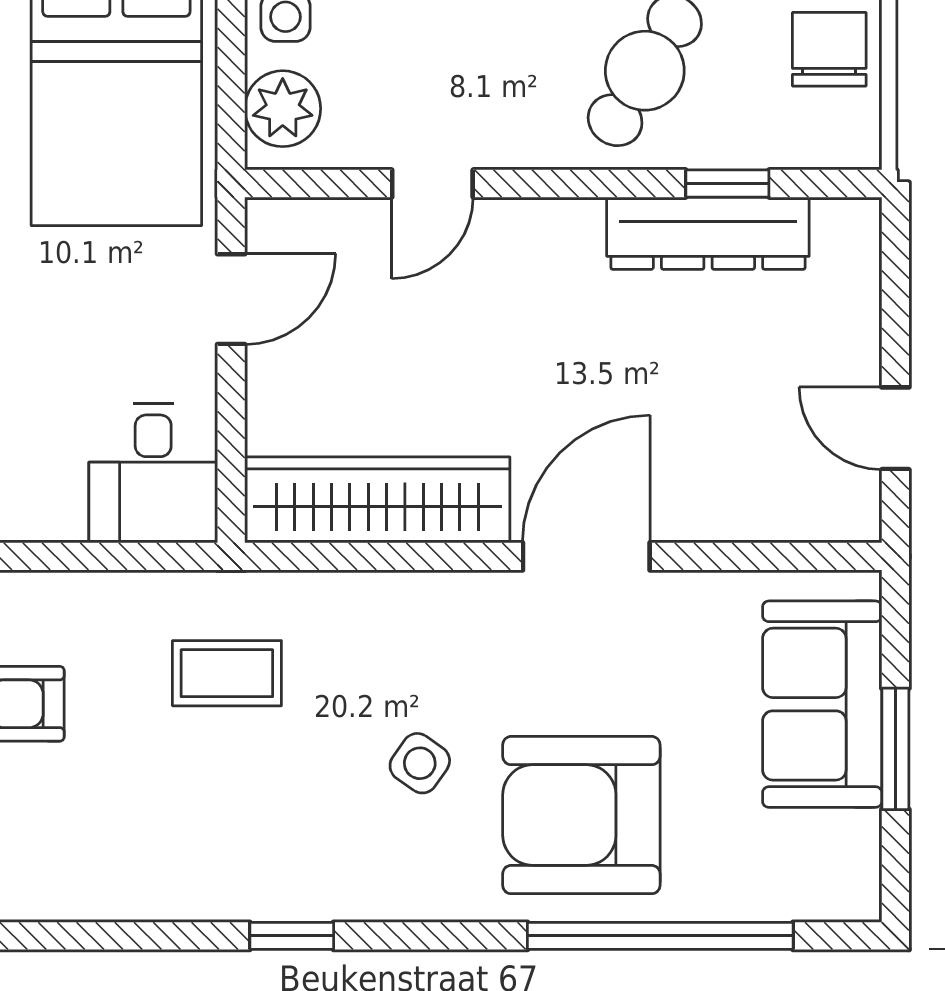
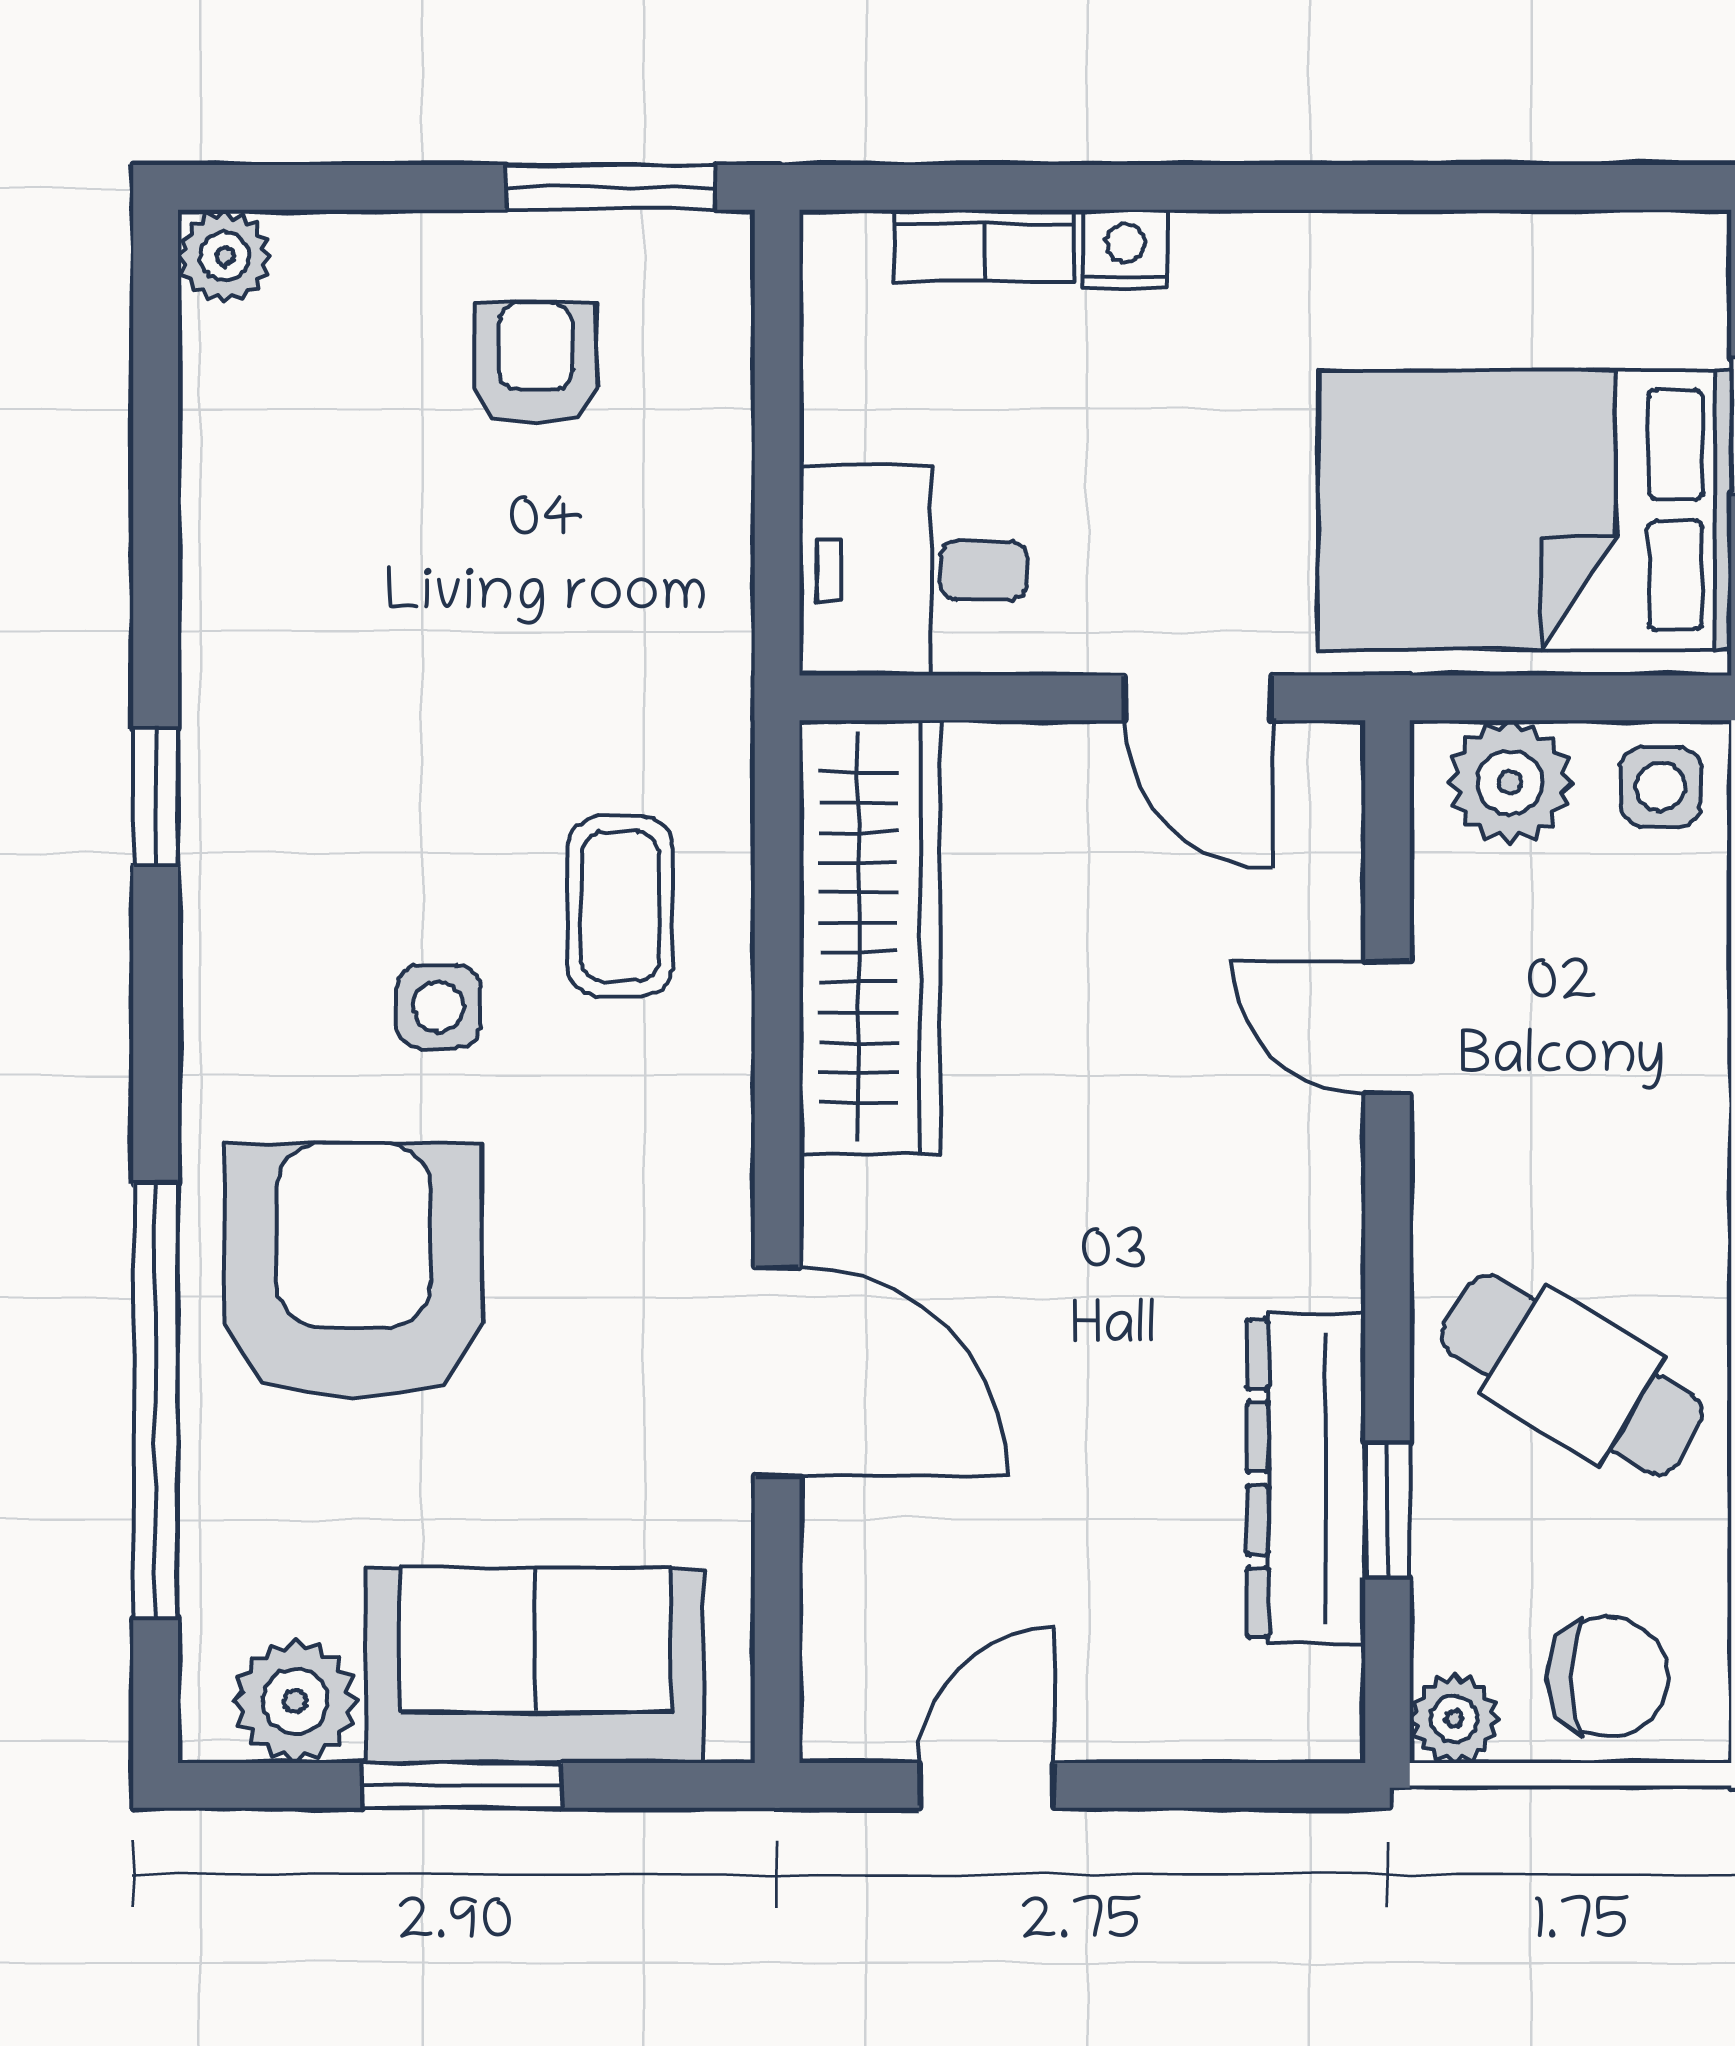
plant: (855, 143) -> (1454, 1719), added
door: (586, 556) -> (777, 1372), moved
coffee table: (227, 673) -> (621, 907), moved
side table: (420, 763) -> (438, 1007), turned -35
plant: (844, 851) -> (295, 1701), added

